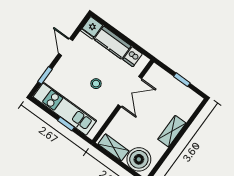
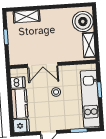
double door: (130, 92) -> (43, 65), swing flipped
shelving: (172, 131) -> (27, 16), moved

